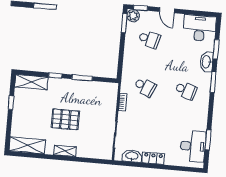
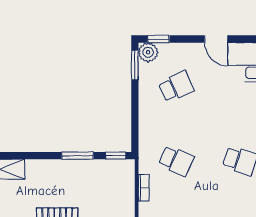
door: (167, 10) -> (216, 39), moved
school desk: (149, 39) -> (176, 87), turned -39
window: (55, 75) -> (116, 156), moved

